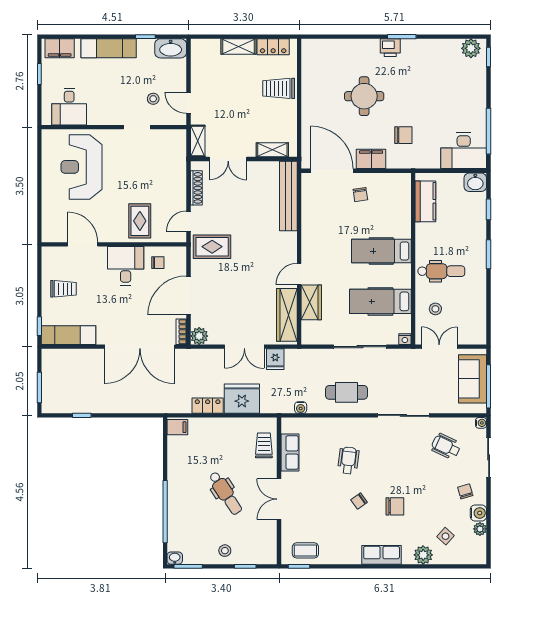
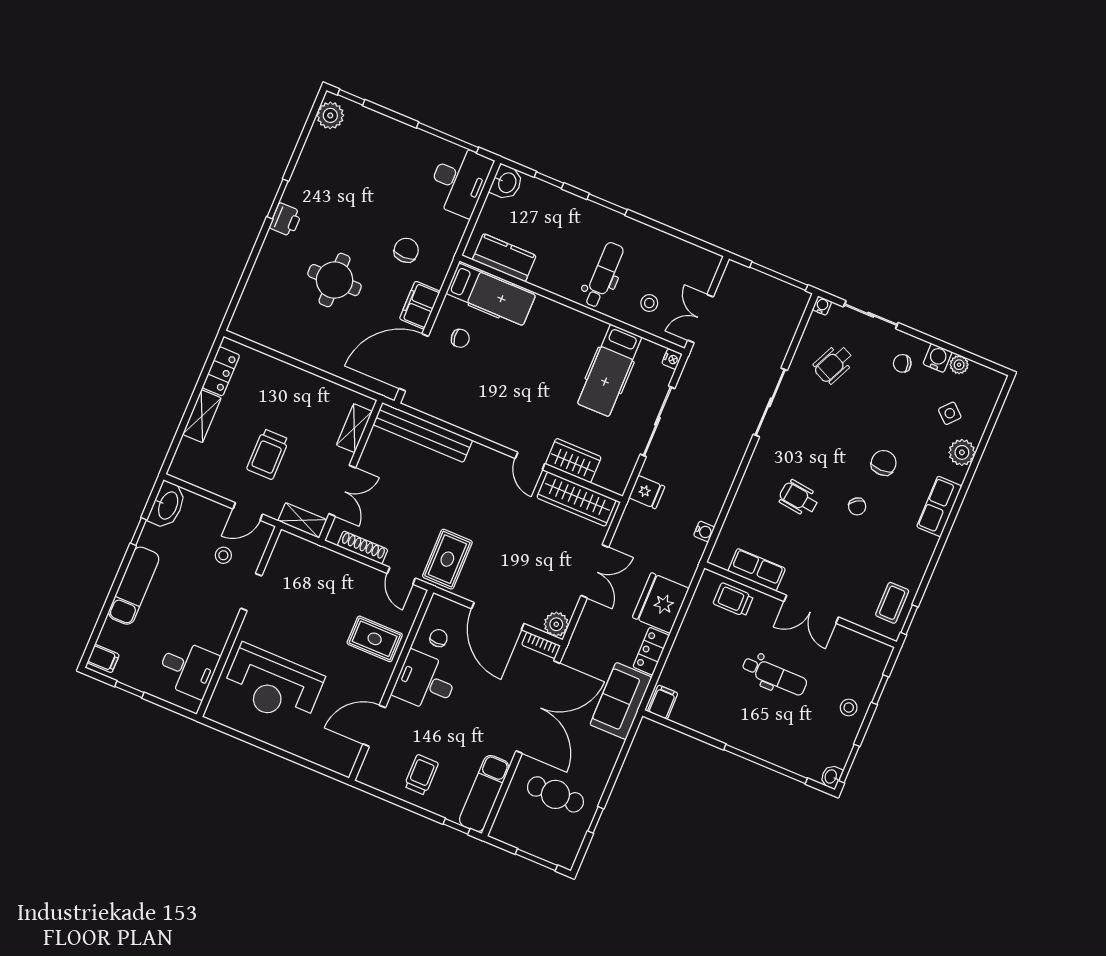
filing cabinet: (60, 48) -> (103, 659), width x0.50
trolley: (279, 88) -> (268, 454), moved
hospital bed: (381, 251) -> (491, 294), moved, turned -90
fridge: (275, 359) -> (647, 492), moved
sofa: (473, 379) -> (621, 701), moved, turned 90
cafe table: (346, 392) -> (555, 794), moved, turned 90
dental chair: (225, 493) -> (774, 676), turned 33

